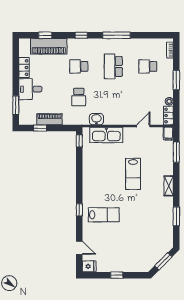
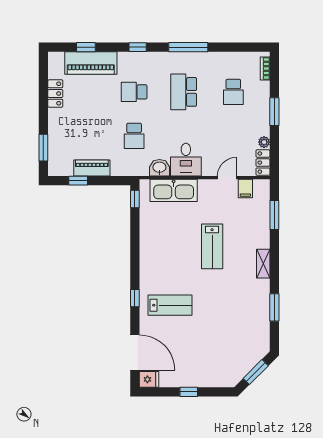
school desk: (148, 66) -> (233, 92), turned -90
desk: (30, 89) -> (186, 160), moved, turned -90
filing cabinet: (168, 134) -> (245, 188), moved
door: (79, 248) -> (135, 353), width x1.88

